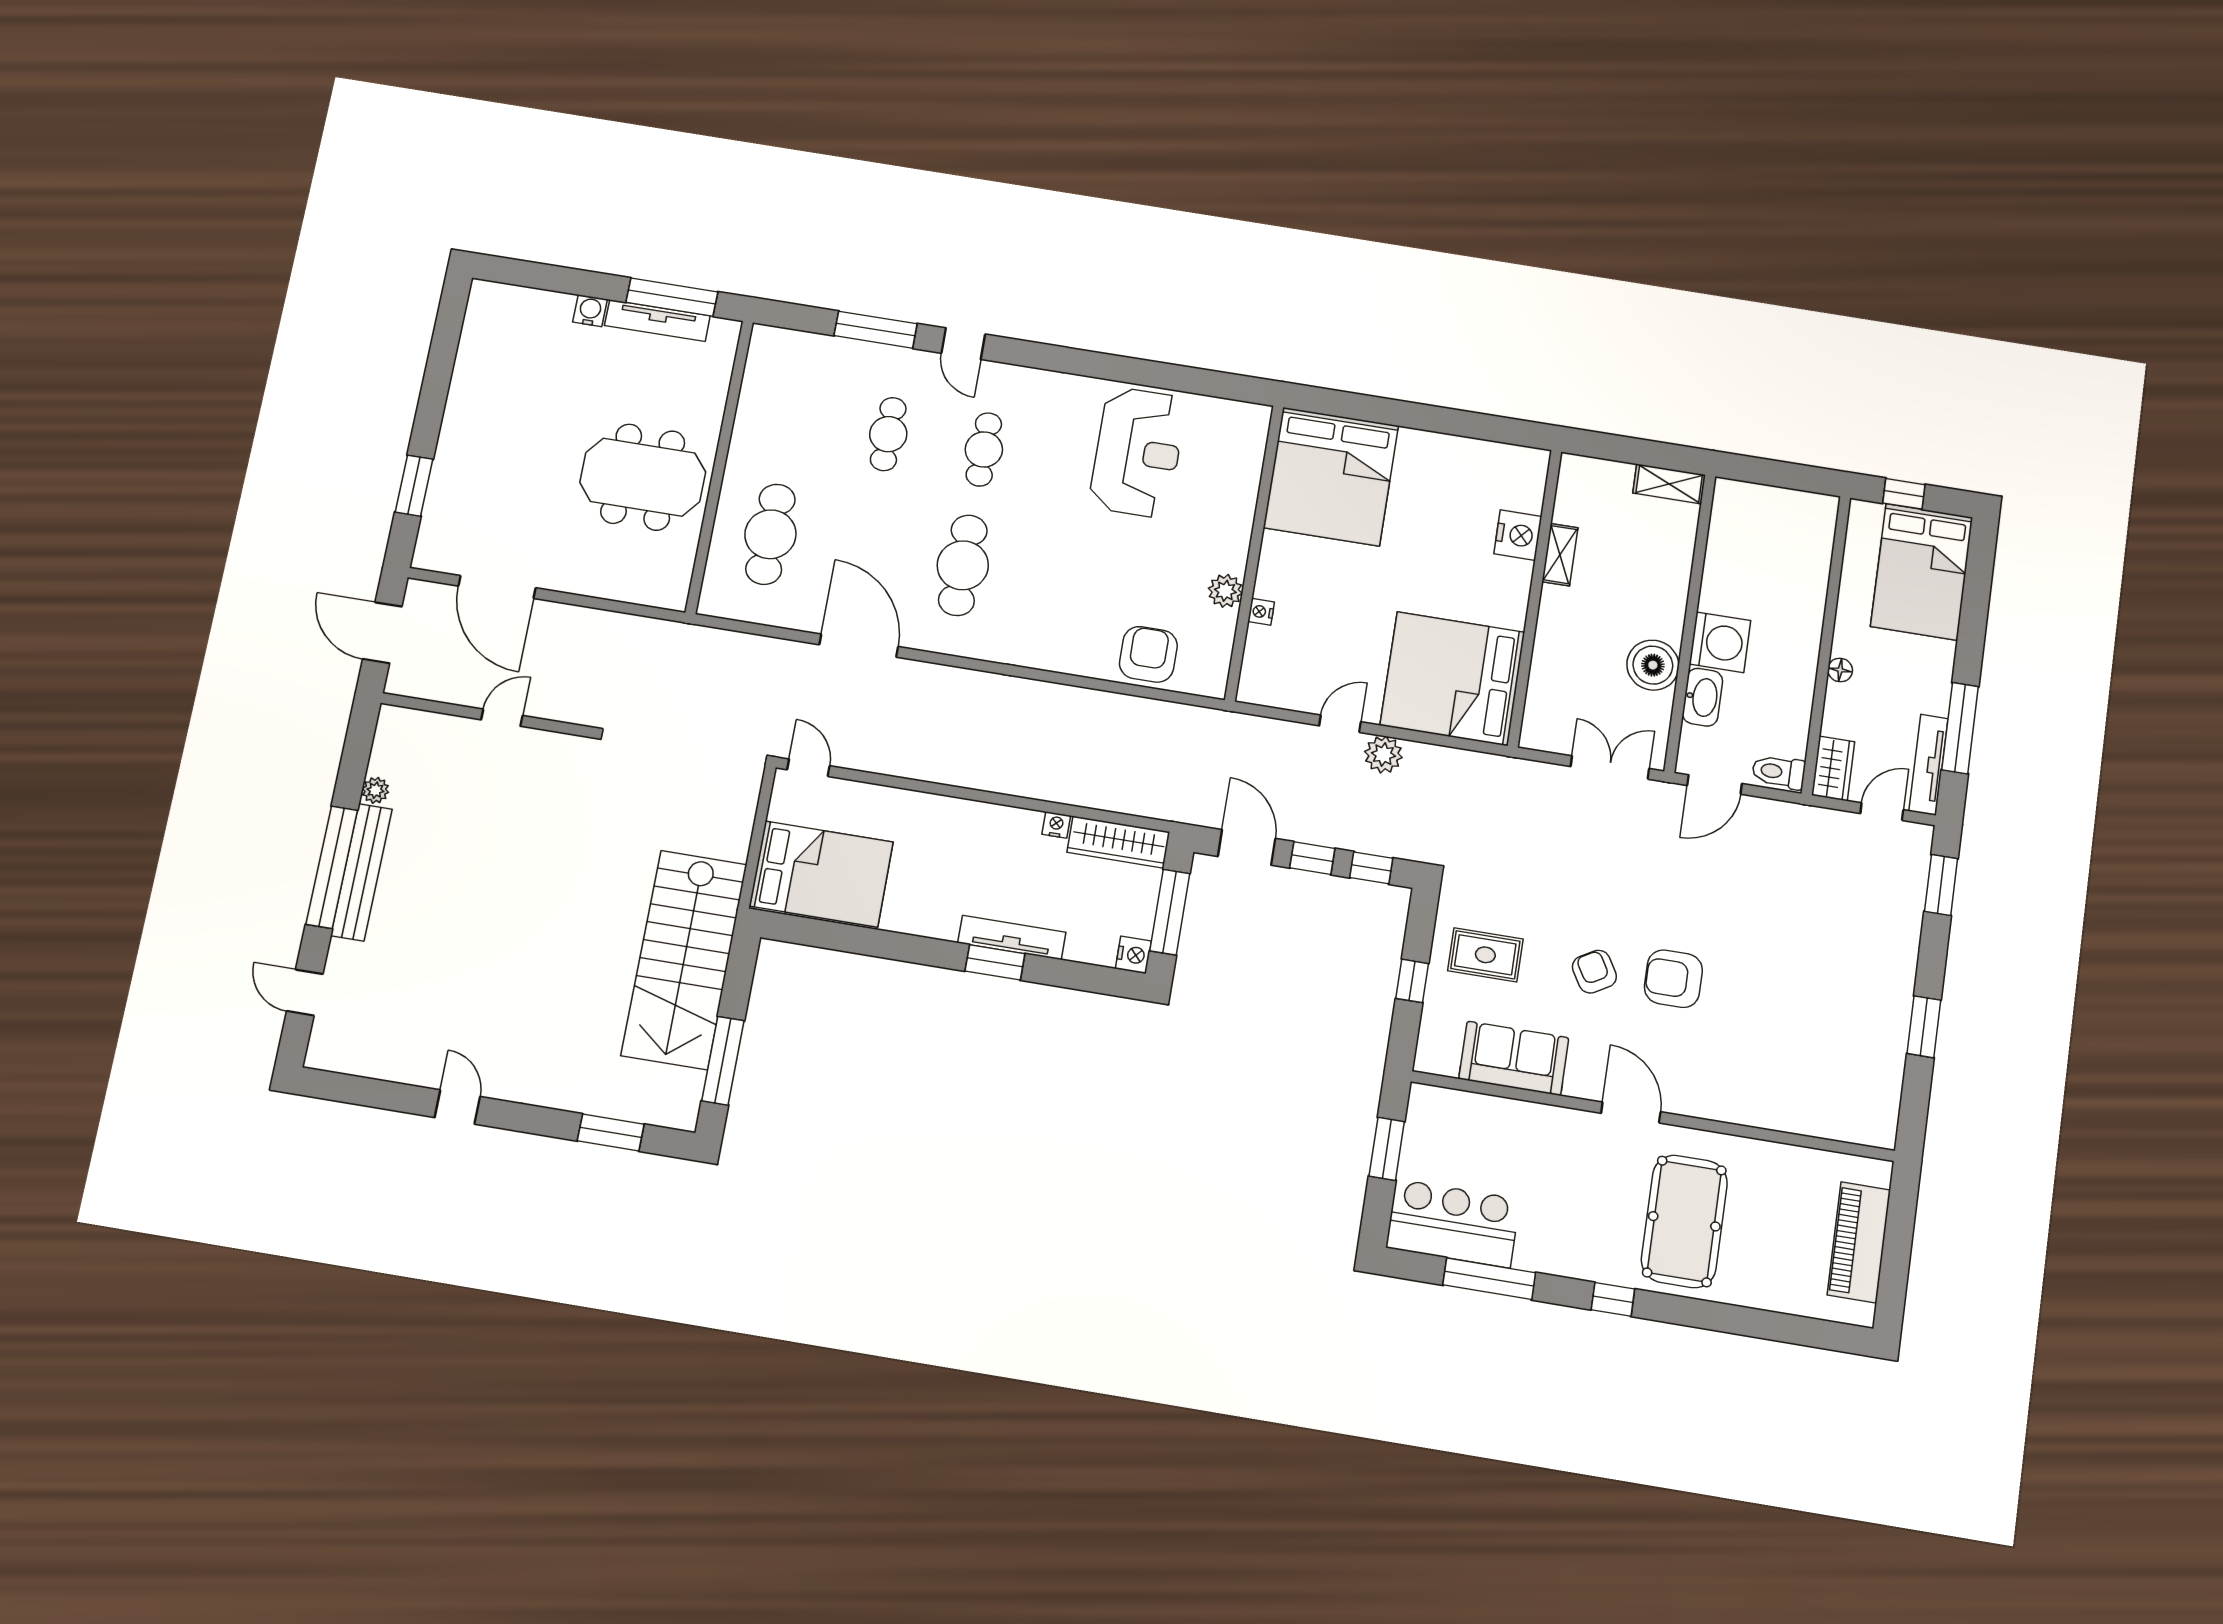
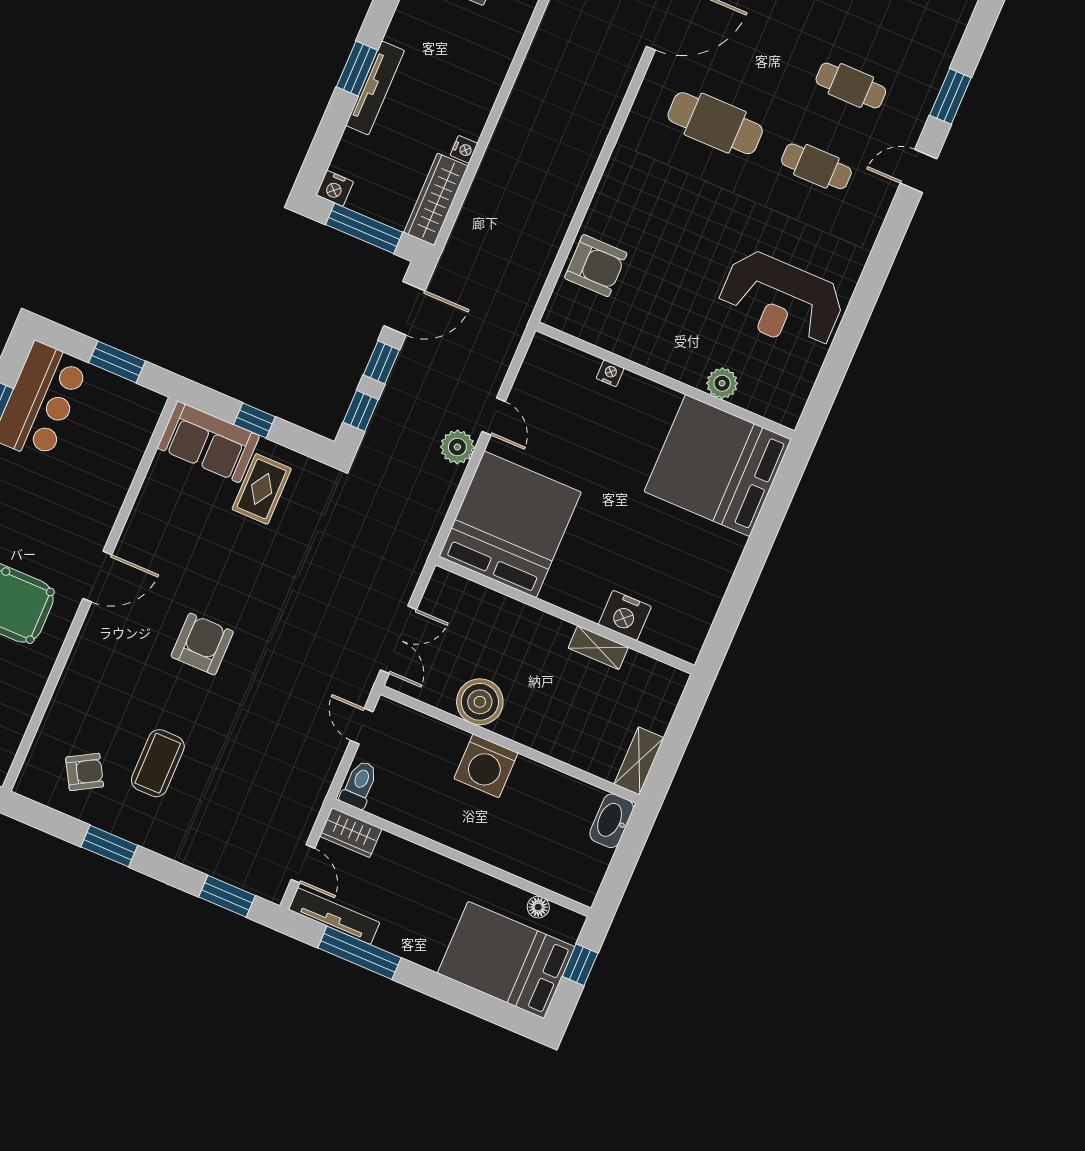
window: (876, 330) -> (950, 96), width x0.69
plant: (1225, 591) -> (722, 383), moved
floor lamp: (1840, 670) -> (538, 907), moved
washbasin: (1702, 697) -> (612, 821), moved, turned 90
door: (1715, 784) -> (362, 726), width x0.73
armchair: (1594, 972) -> (85, 772), moved
coffee table: (1818, 996) -> (158, 763), added
sofa: (1514, 1058) -> (208, 442), moved, turned 90

